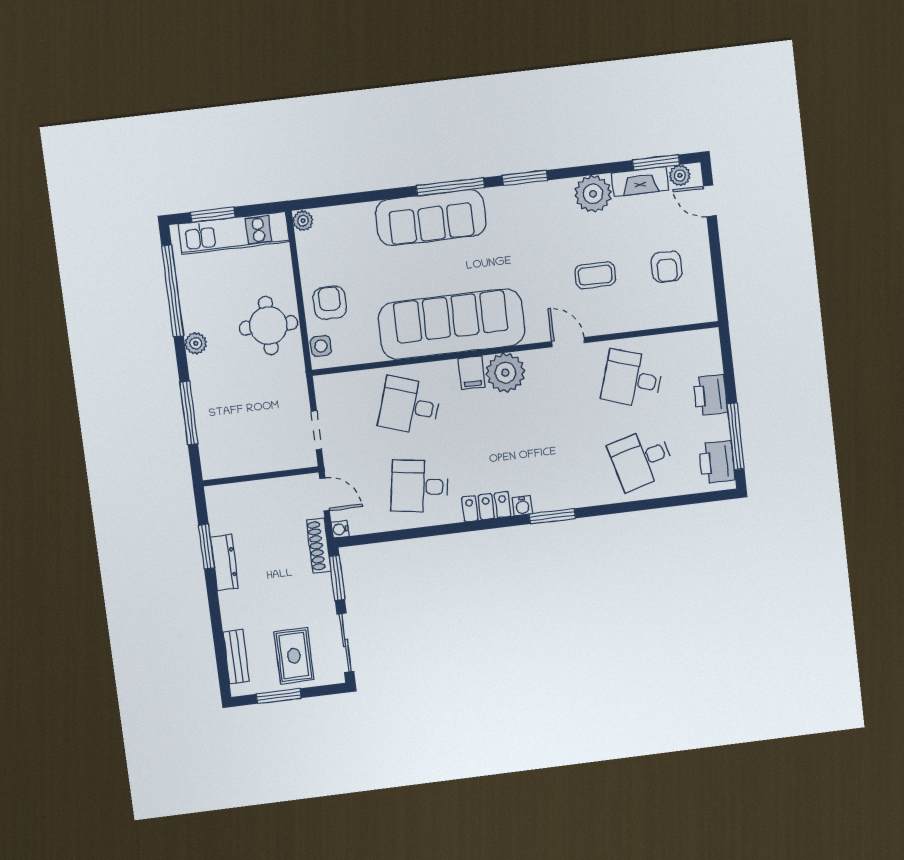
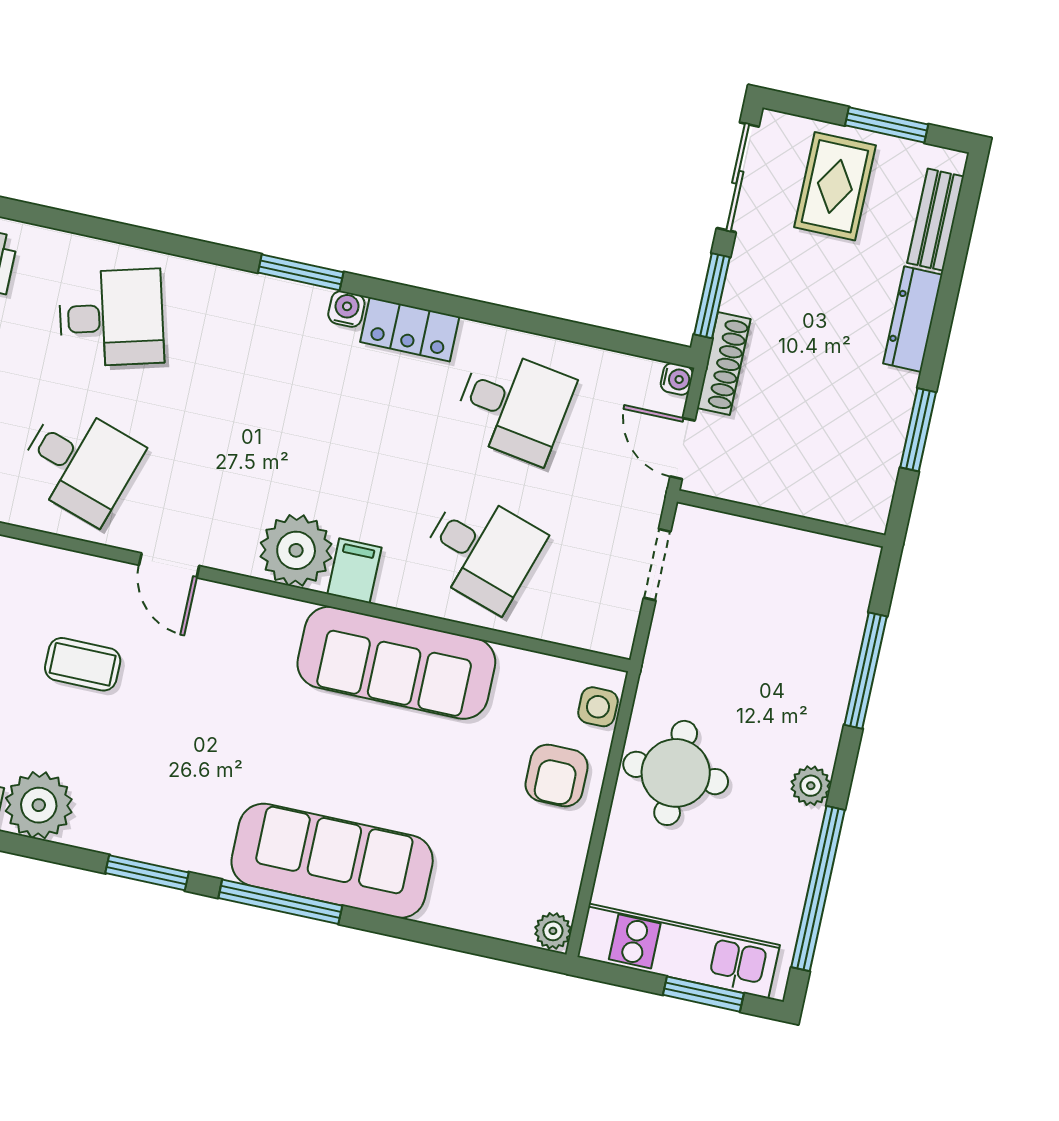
sofa: (452, 324) -> (396, 663), width x0.74, depth x0.79
dresser: (224, 563) -> (913, 319), moved

